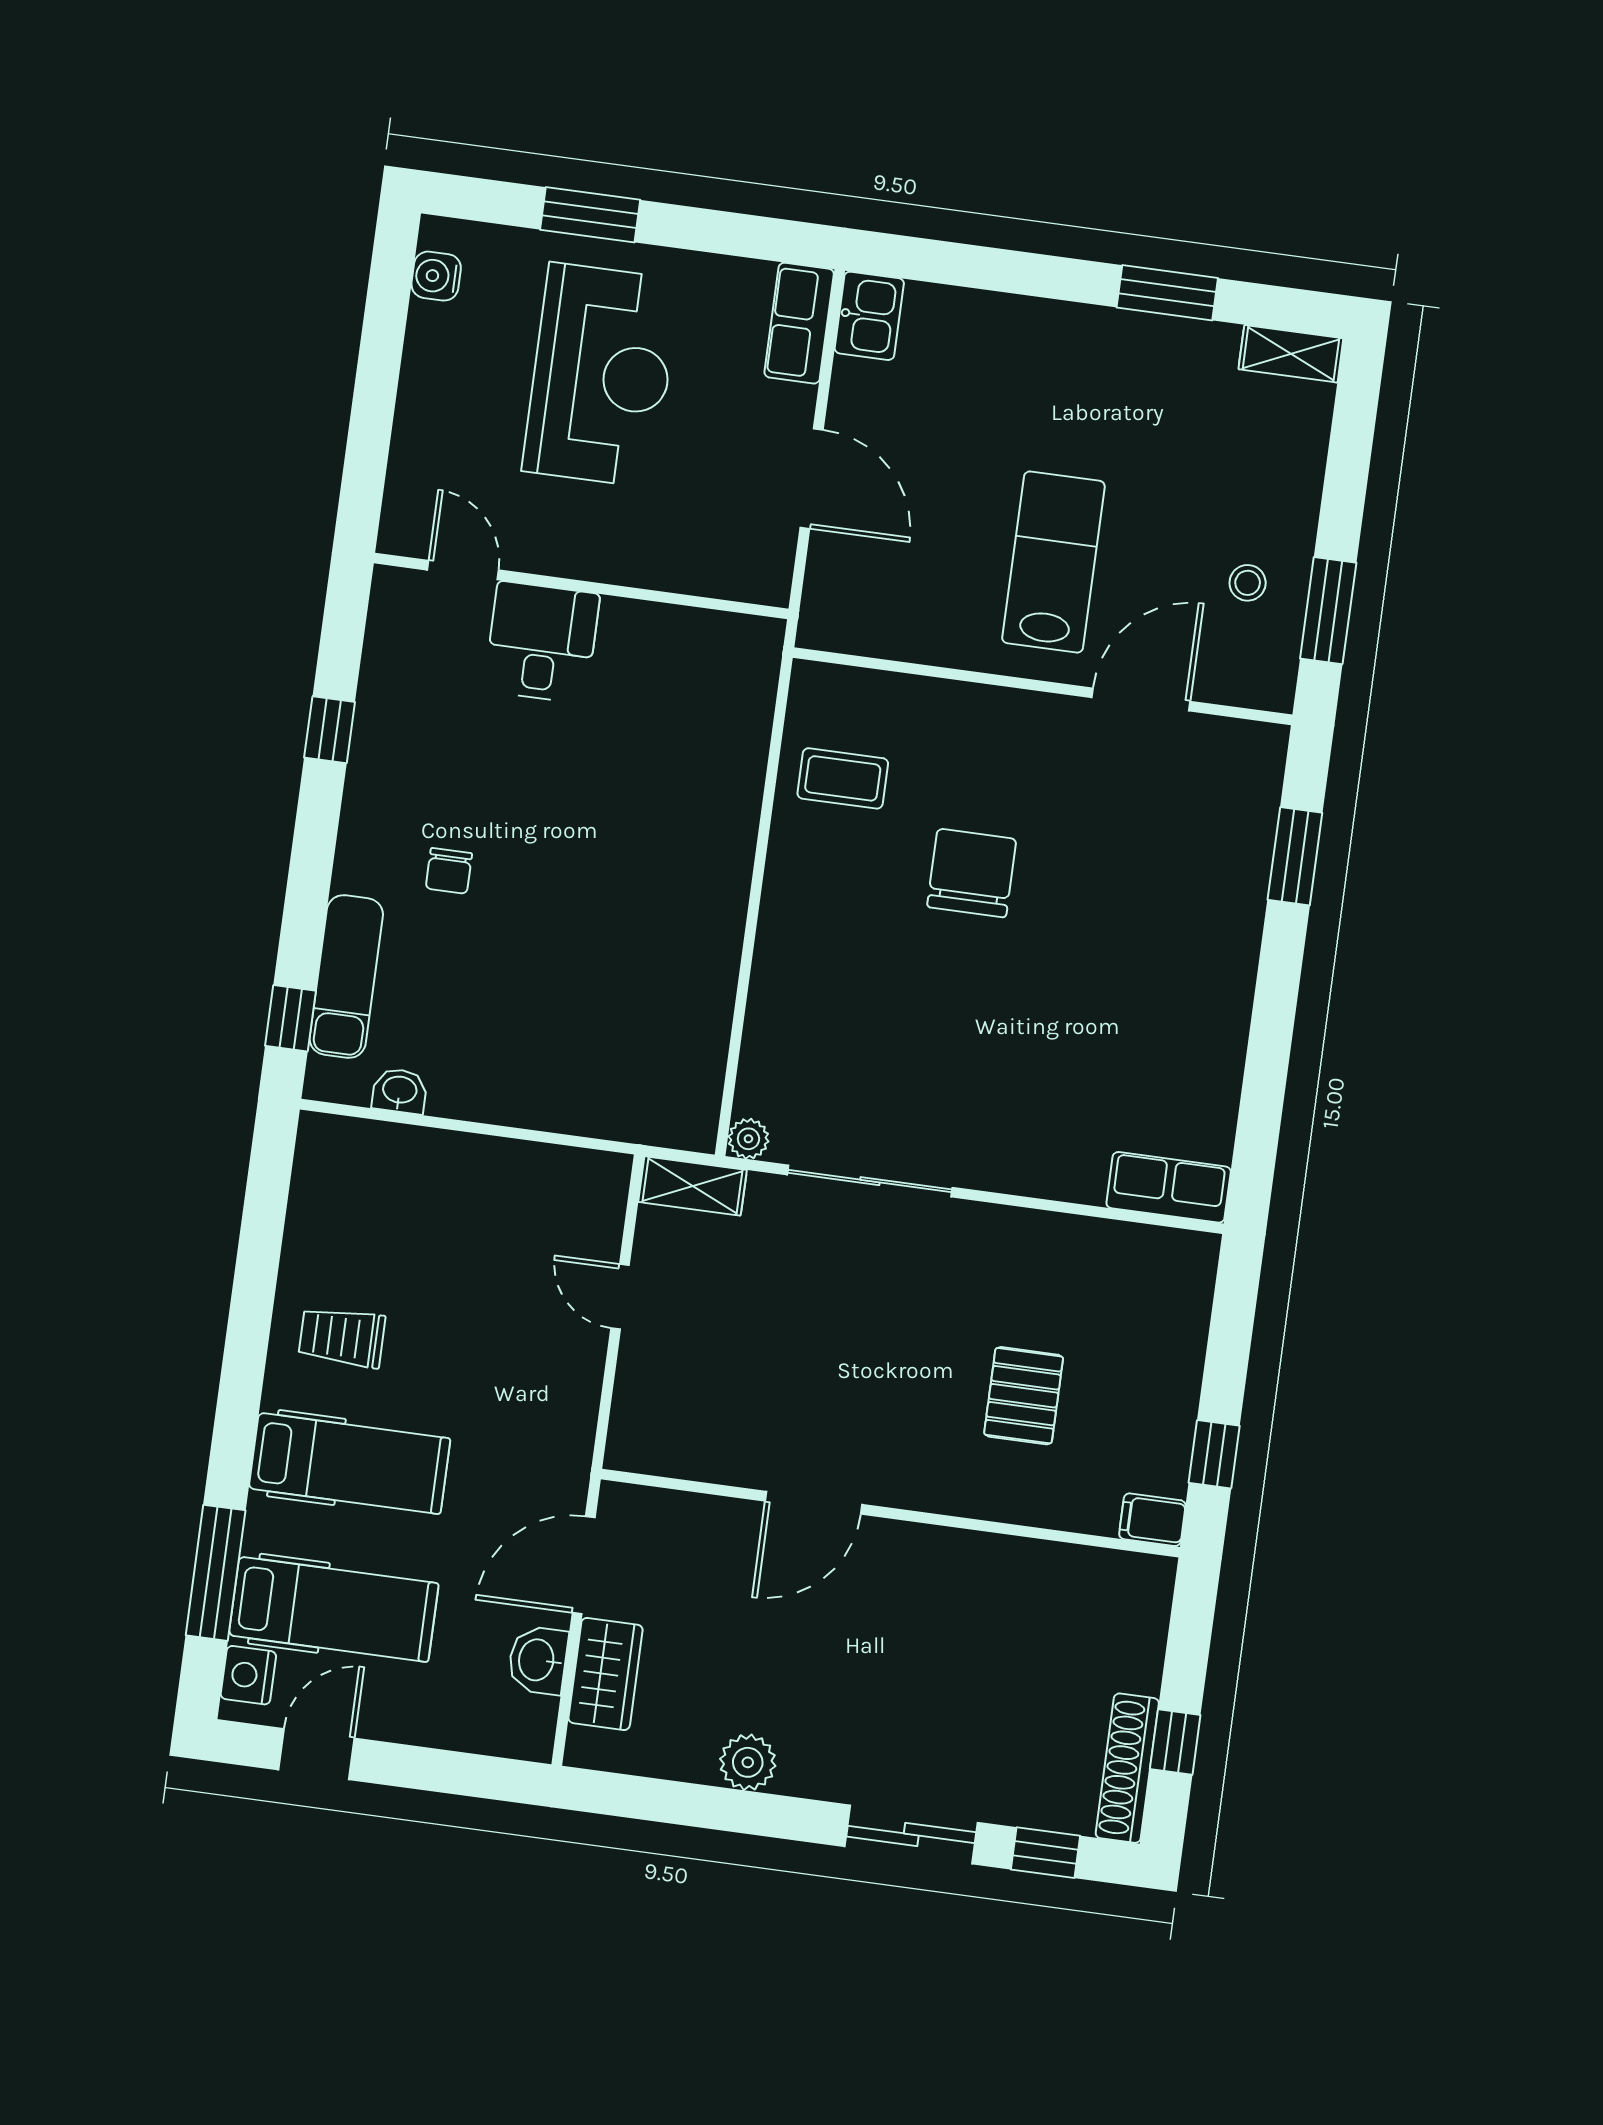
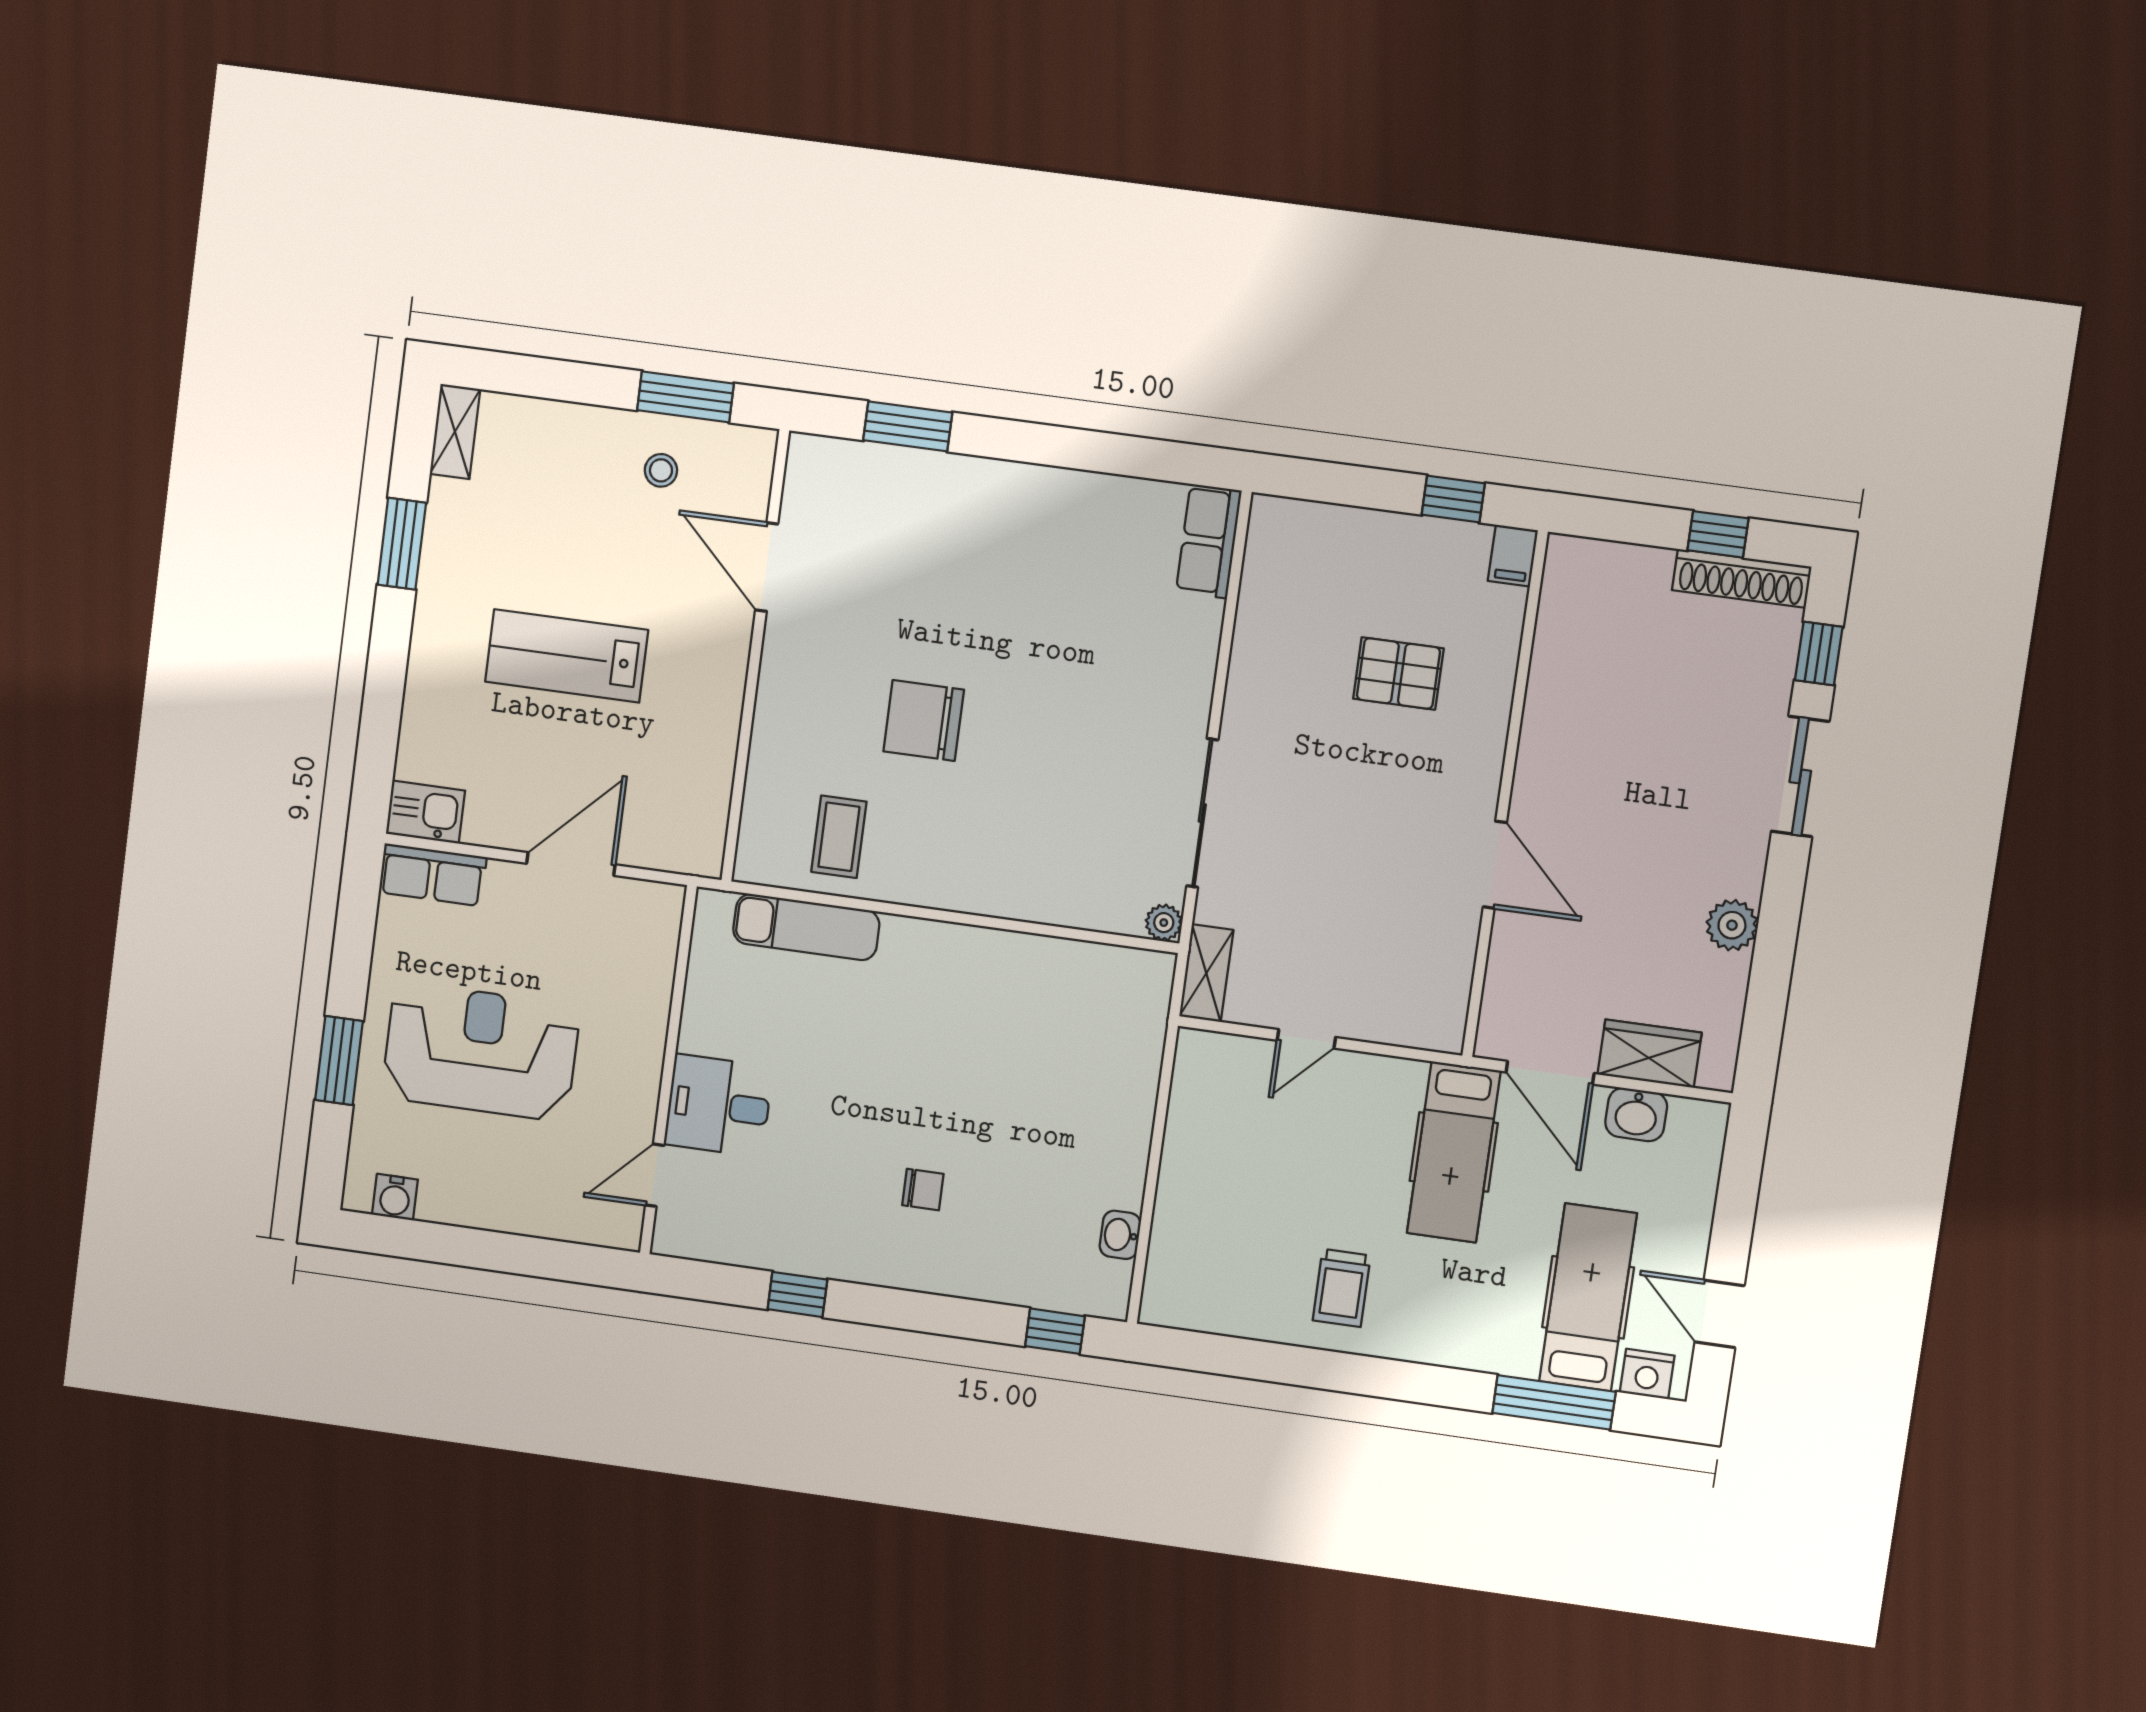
lab bench: (1053, 562) -> (567, 656), moved
exam couch: (346, 977) -> (806, 927), moved, turned 180
hospital bed: (350, 1463) -> (1454, 1152), moved, turned 180

